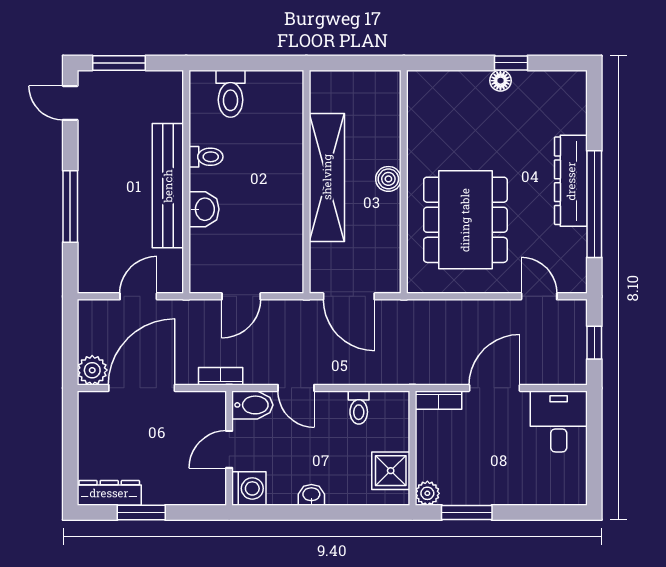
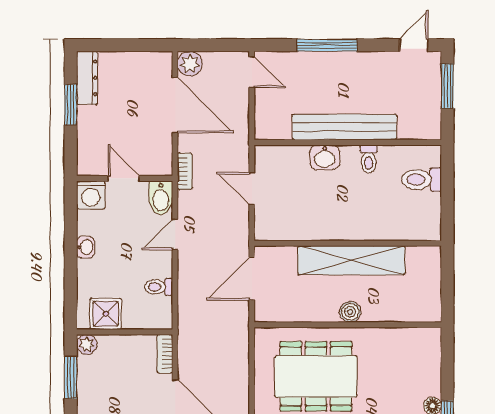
door: (138, 296) -> (252, 72), moved

